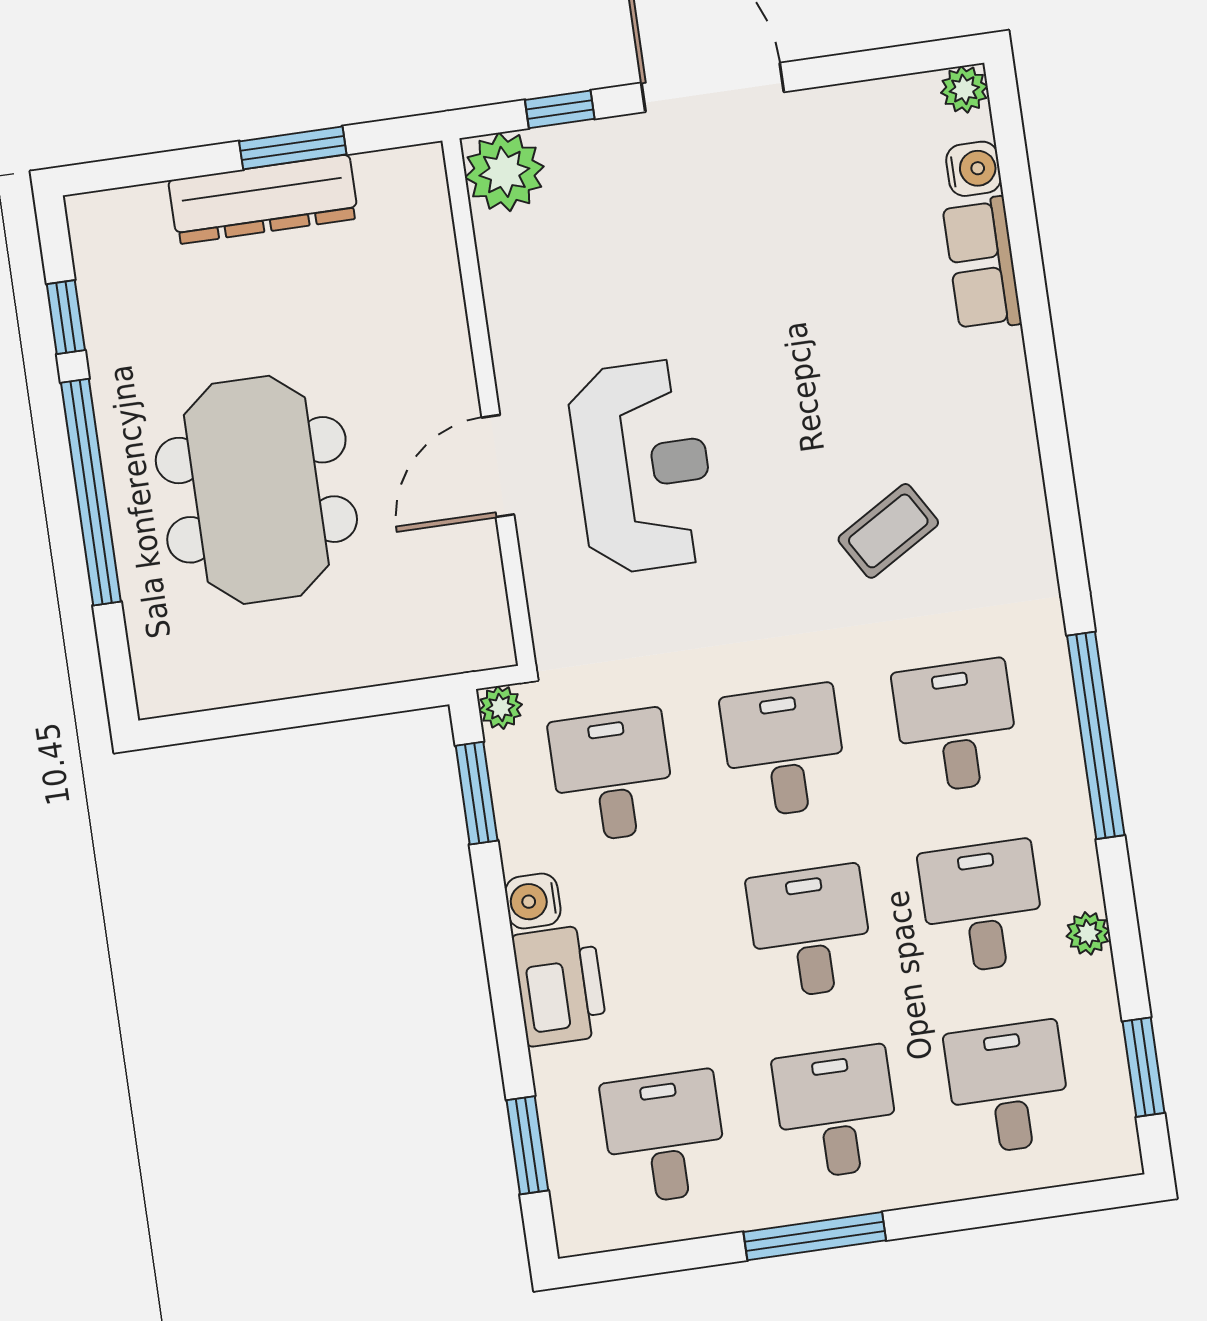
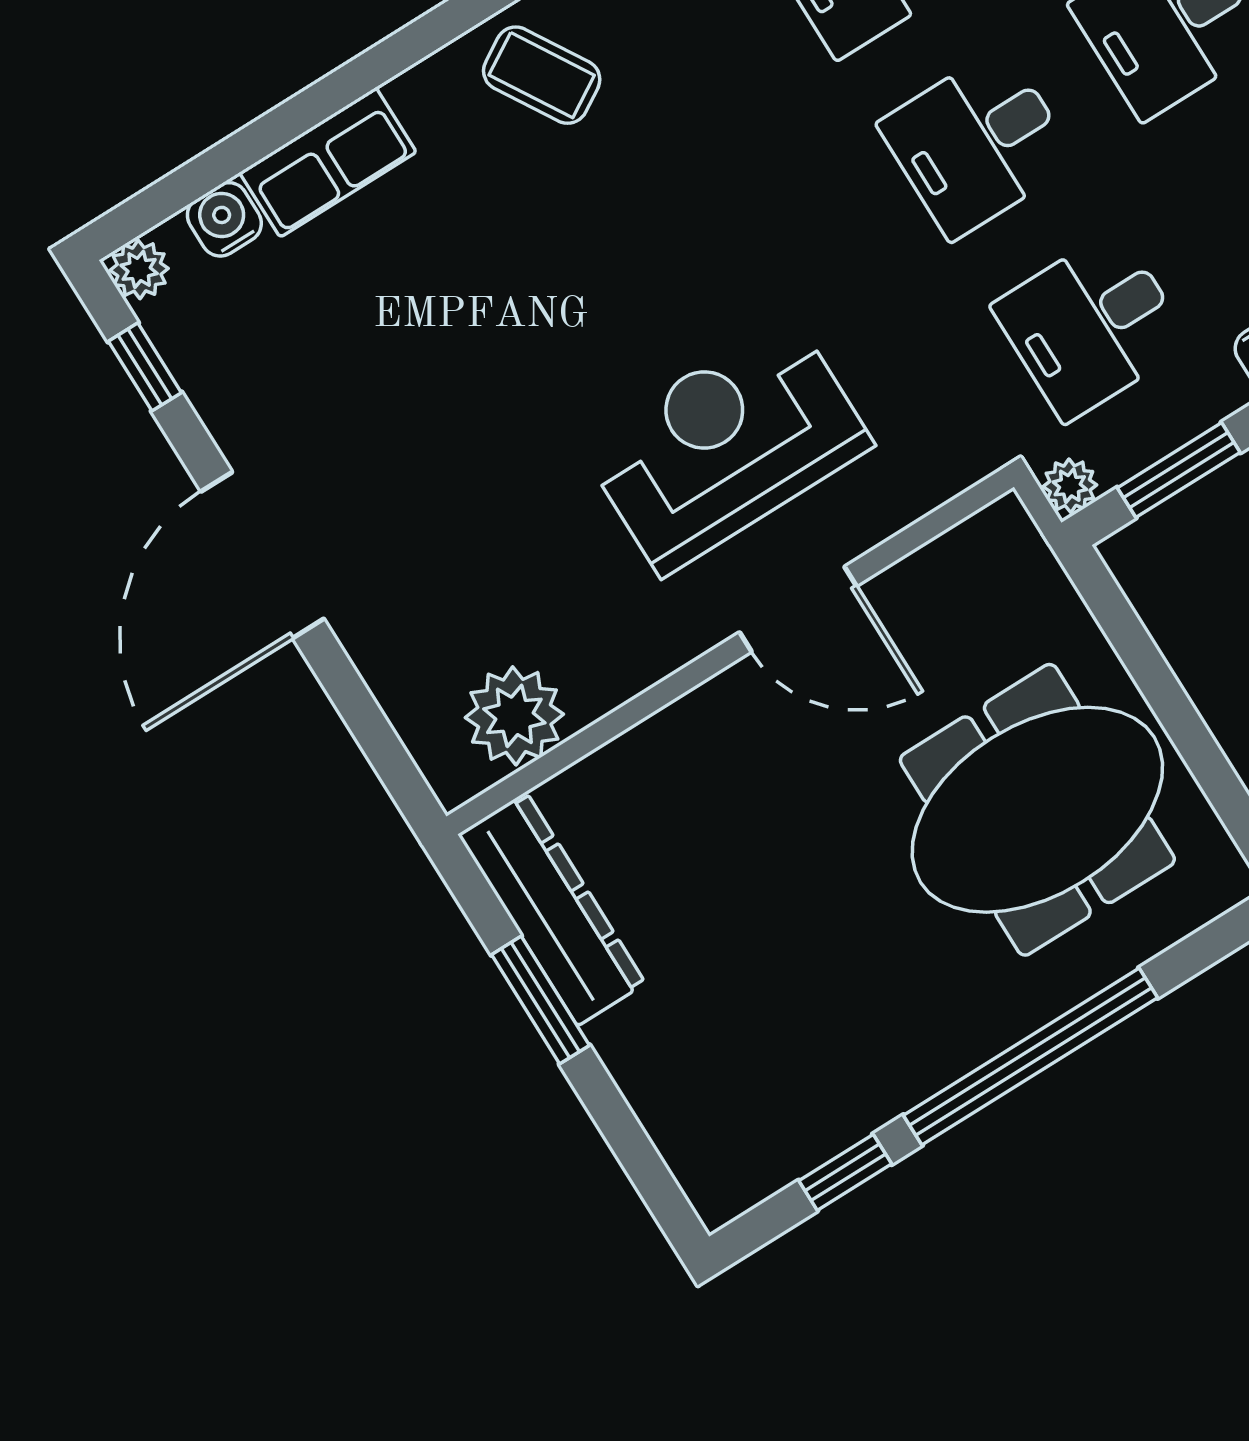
window: (560, 109) -> (145, 367), moved
plant: (504, 172) -> (514, 716), moved
dresser: (263, 199) -> (552, 909), moved
meeting table: (256, 490) -> (1037, 810), moved
coffee table: (888, 531) -> (542, 75), moved

